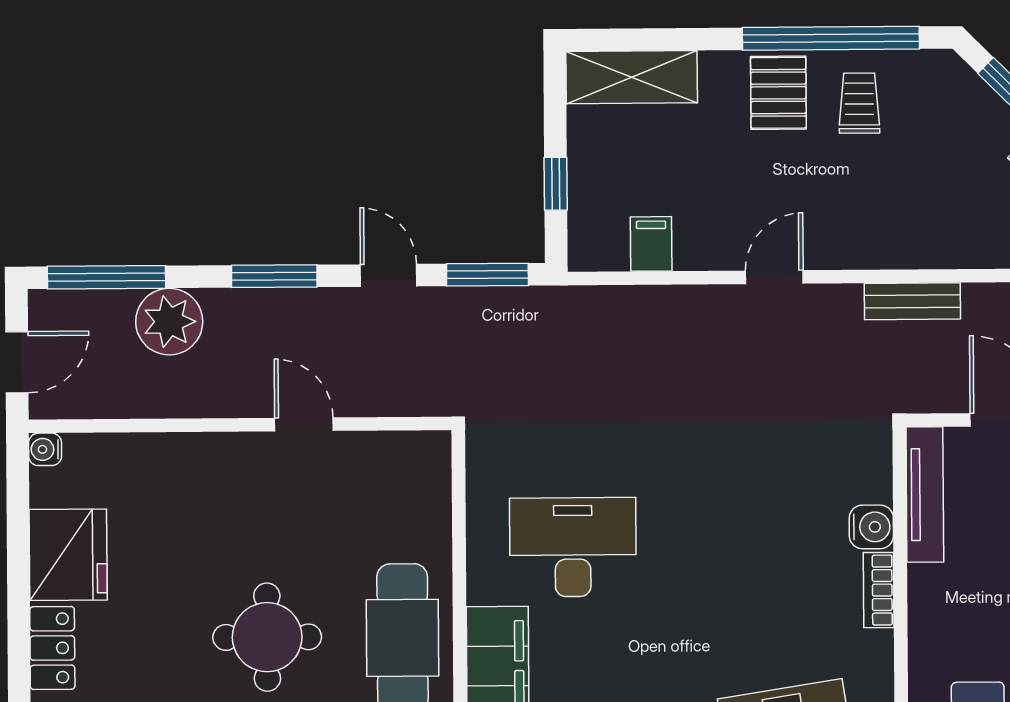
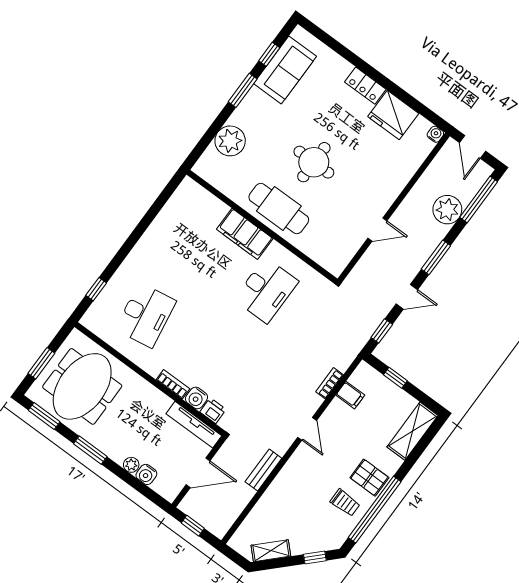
window: (487, 275) -> (382, 331), width x0.67
bookcase: (658, 299) -> (330, 383), added
printer: (872, 478) -> (213, 411), added

